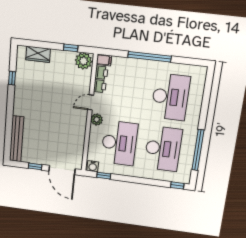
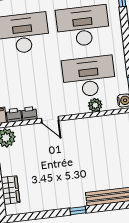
window: (12, 78) -> (78, 211), moved
plant: (97, 120) -> (95, 105), moved

